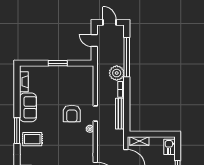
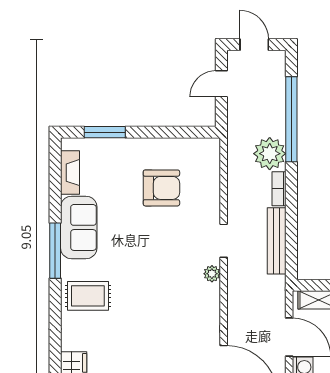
door: (94, 41) -> (221, 84), hinge flipped
window: (58, 63) -> (105, 132), moved
armchair: (72, 114) -> (161, 188), moved, turned -90
window: (17, 131) -> (55, 251), moved

